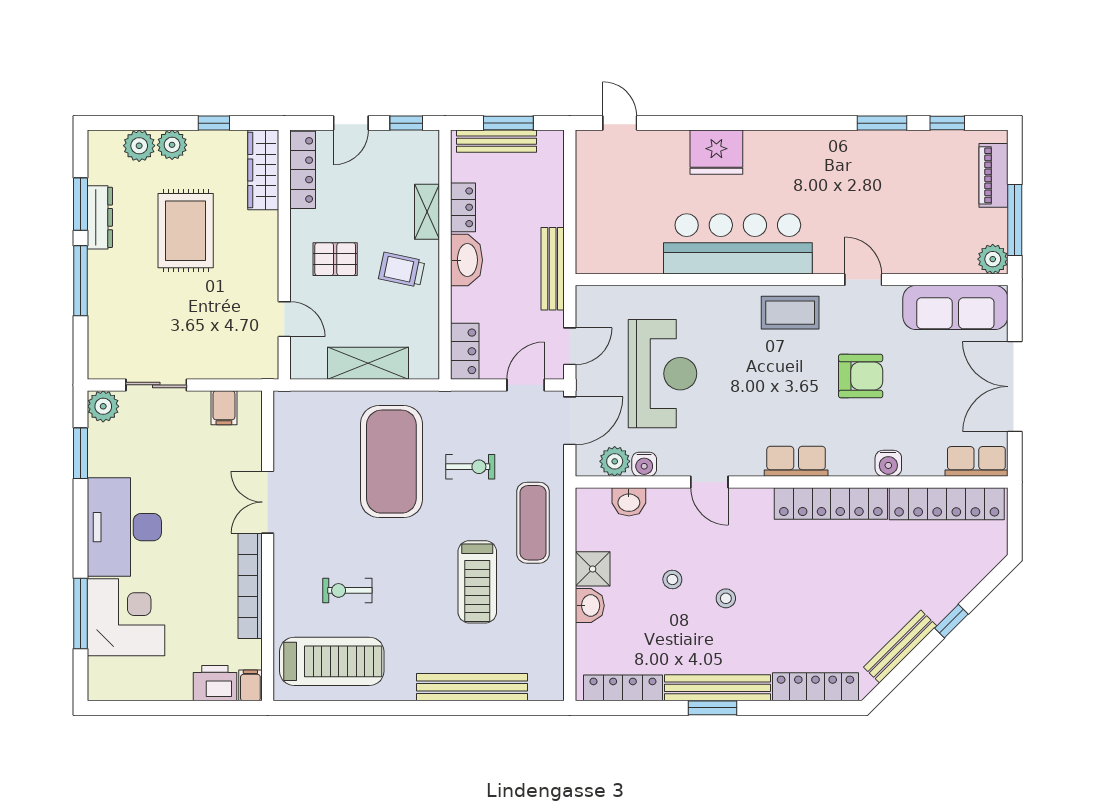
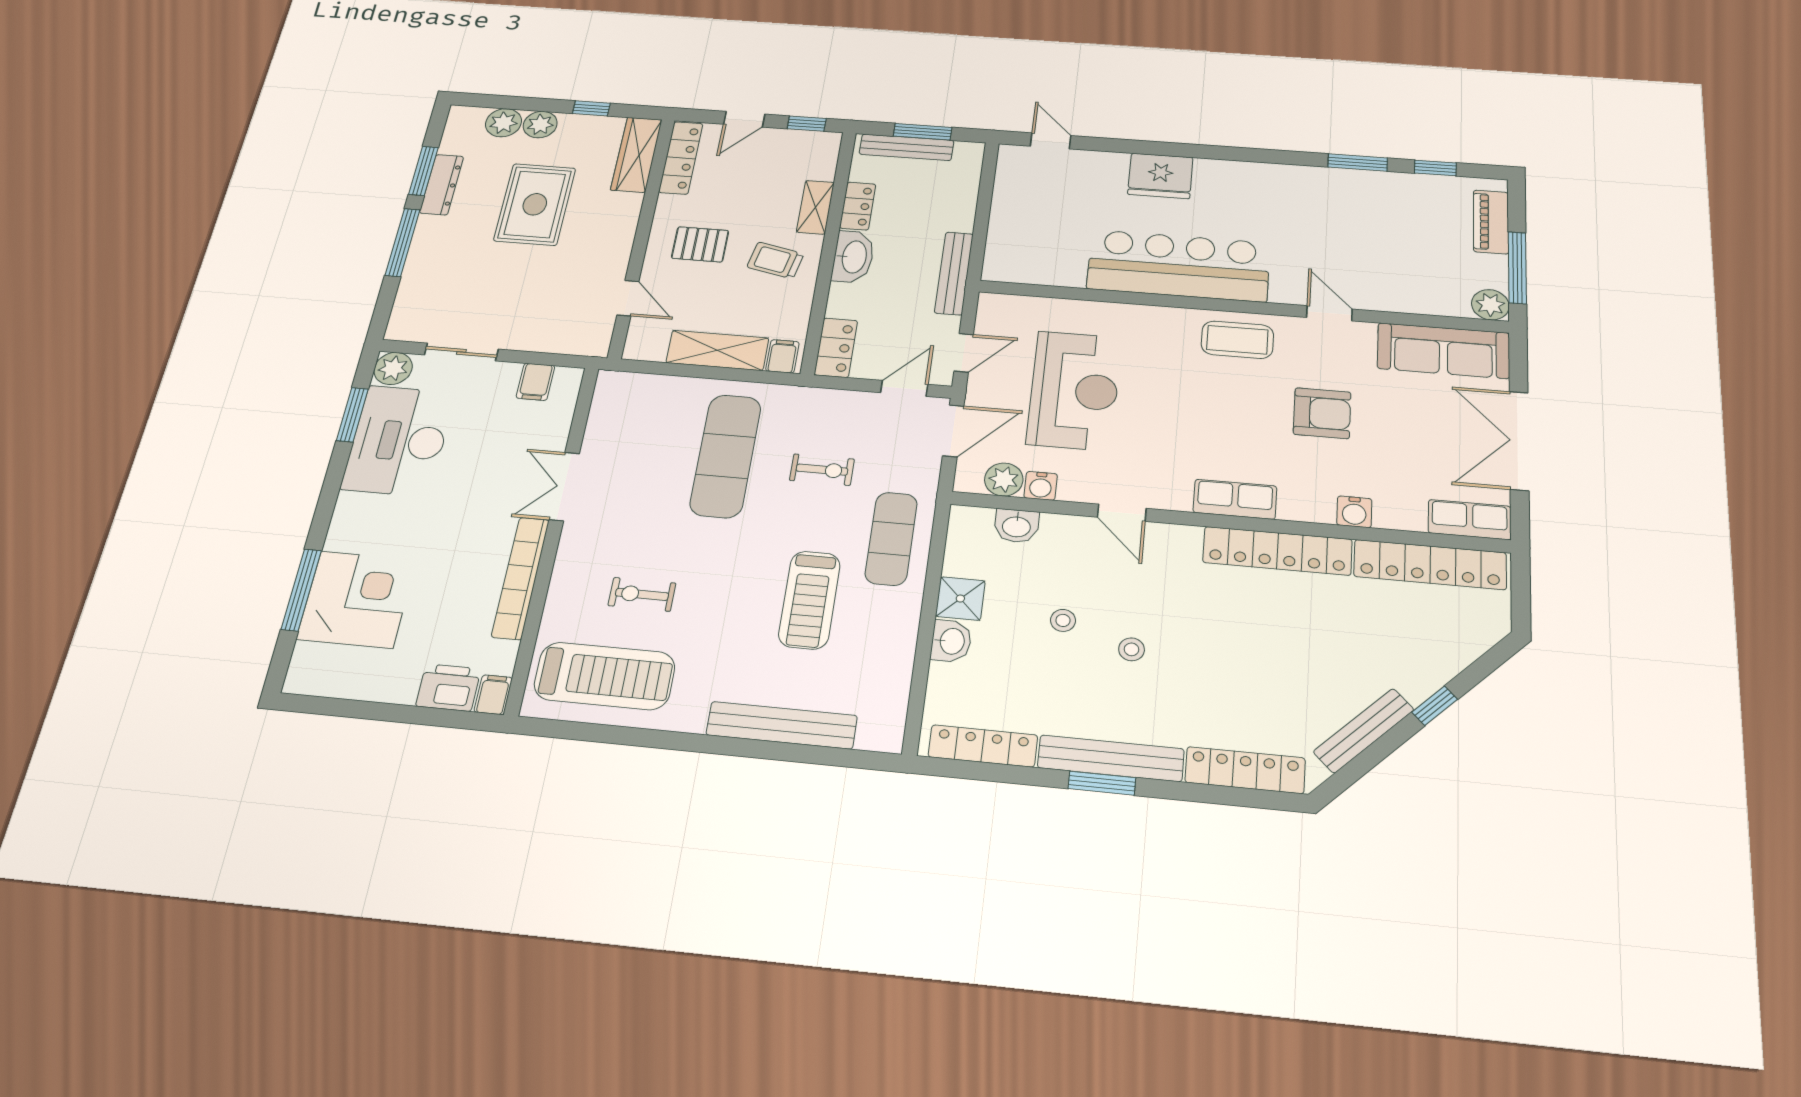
filing cabinet: (422, 364) -> (782, 356), added
exercise mat: (391, 462) -> (726, 456), width x0.68
desk: (124, 527) -> (399, 441), moved

